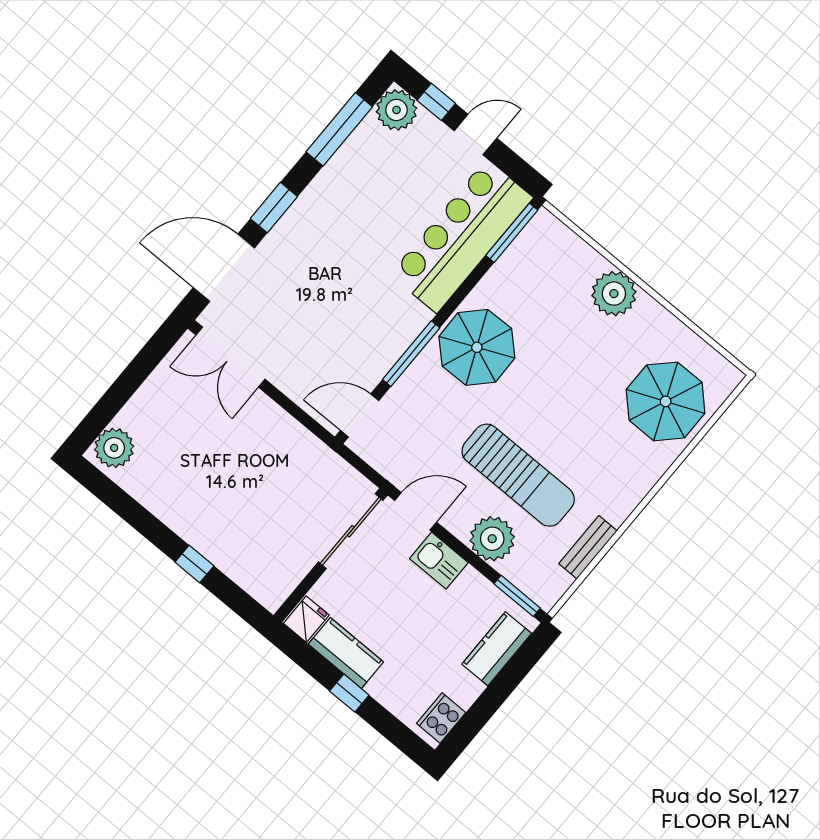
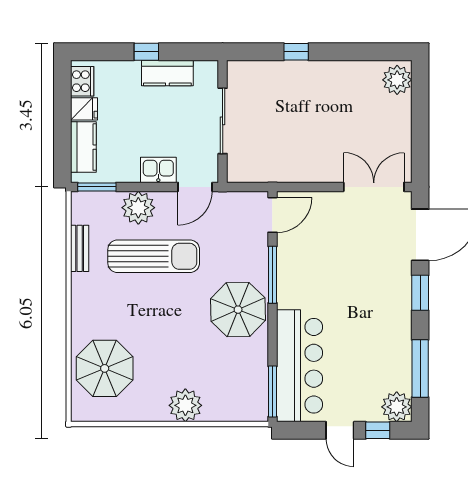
door: (475, 134) -> (340, 430), hinge flipped
sun lounger: (518, 475) -> (154, 256), turned 180
sliding door: (351, 531) -> (223, 121), moved
fridge: (306, 619) -> (84, 109), moved, turned -90

